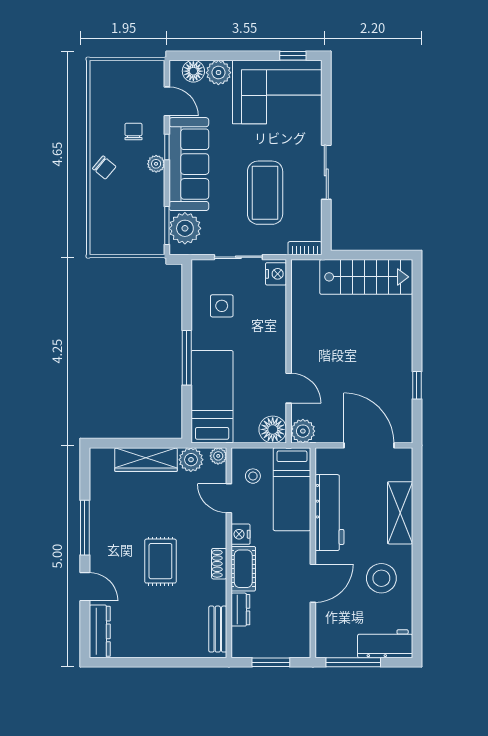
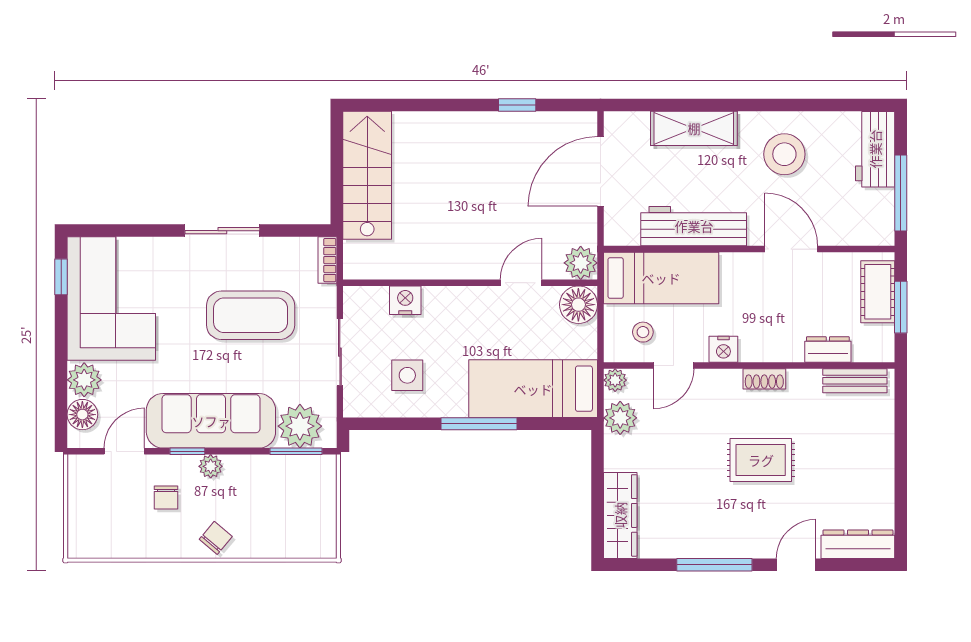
chair: (133, 132) -> (166, 498), turned -90
nightstand: (276, 274) -> (405, 300), moved
wardrobe: (146, 460) -> (620, 515), moved
cot: (243, 569) -> (878, 292), moved, turned 90

